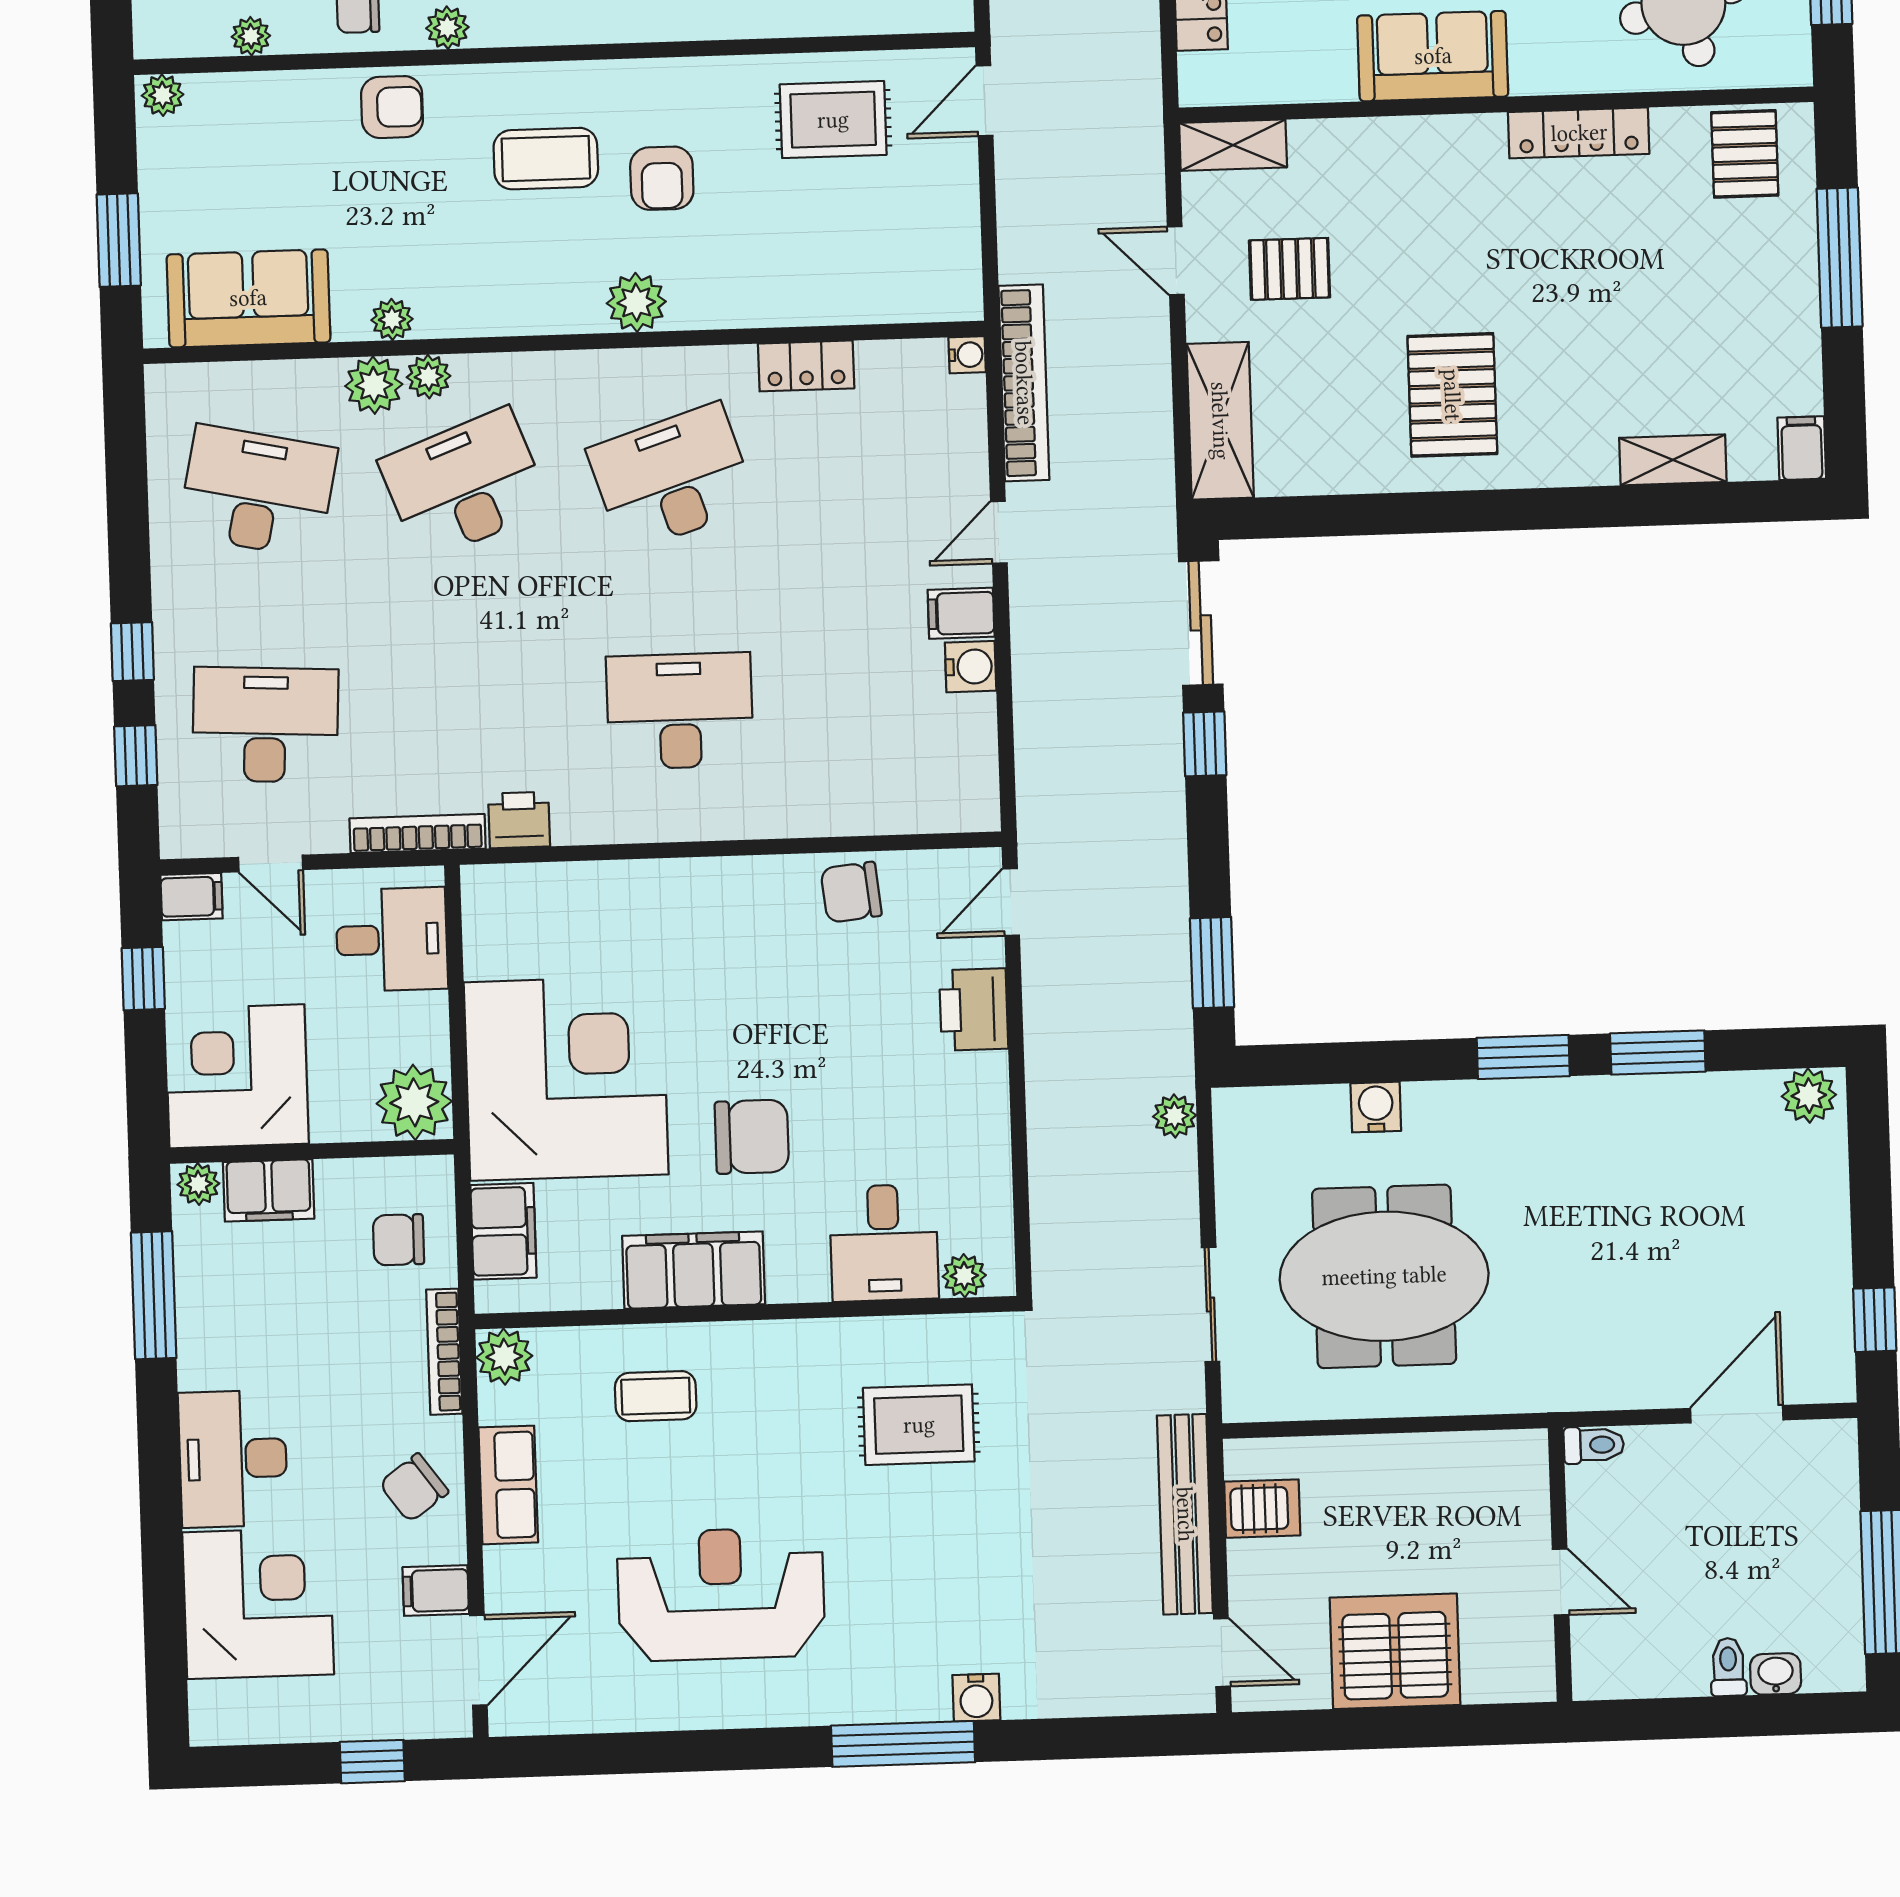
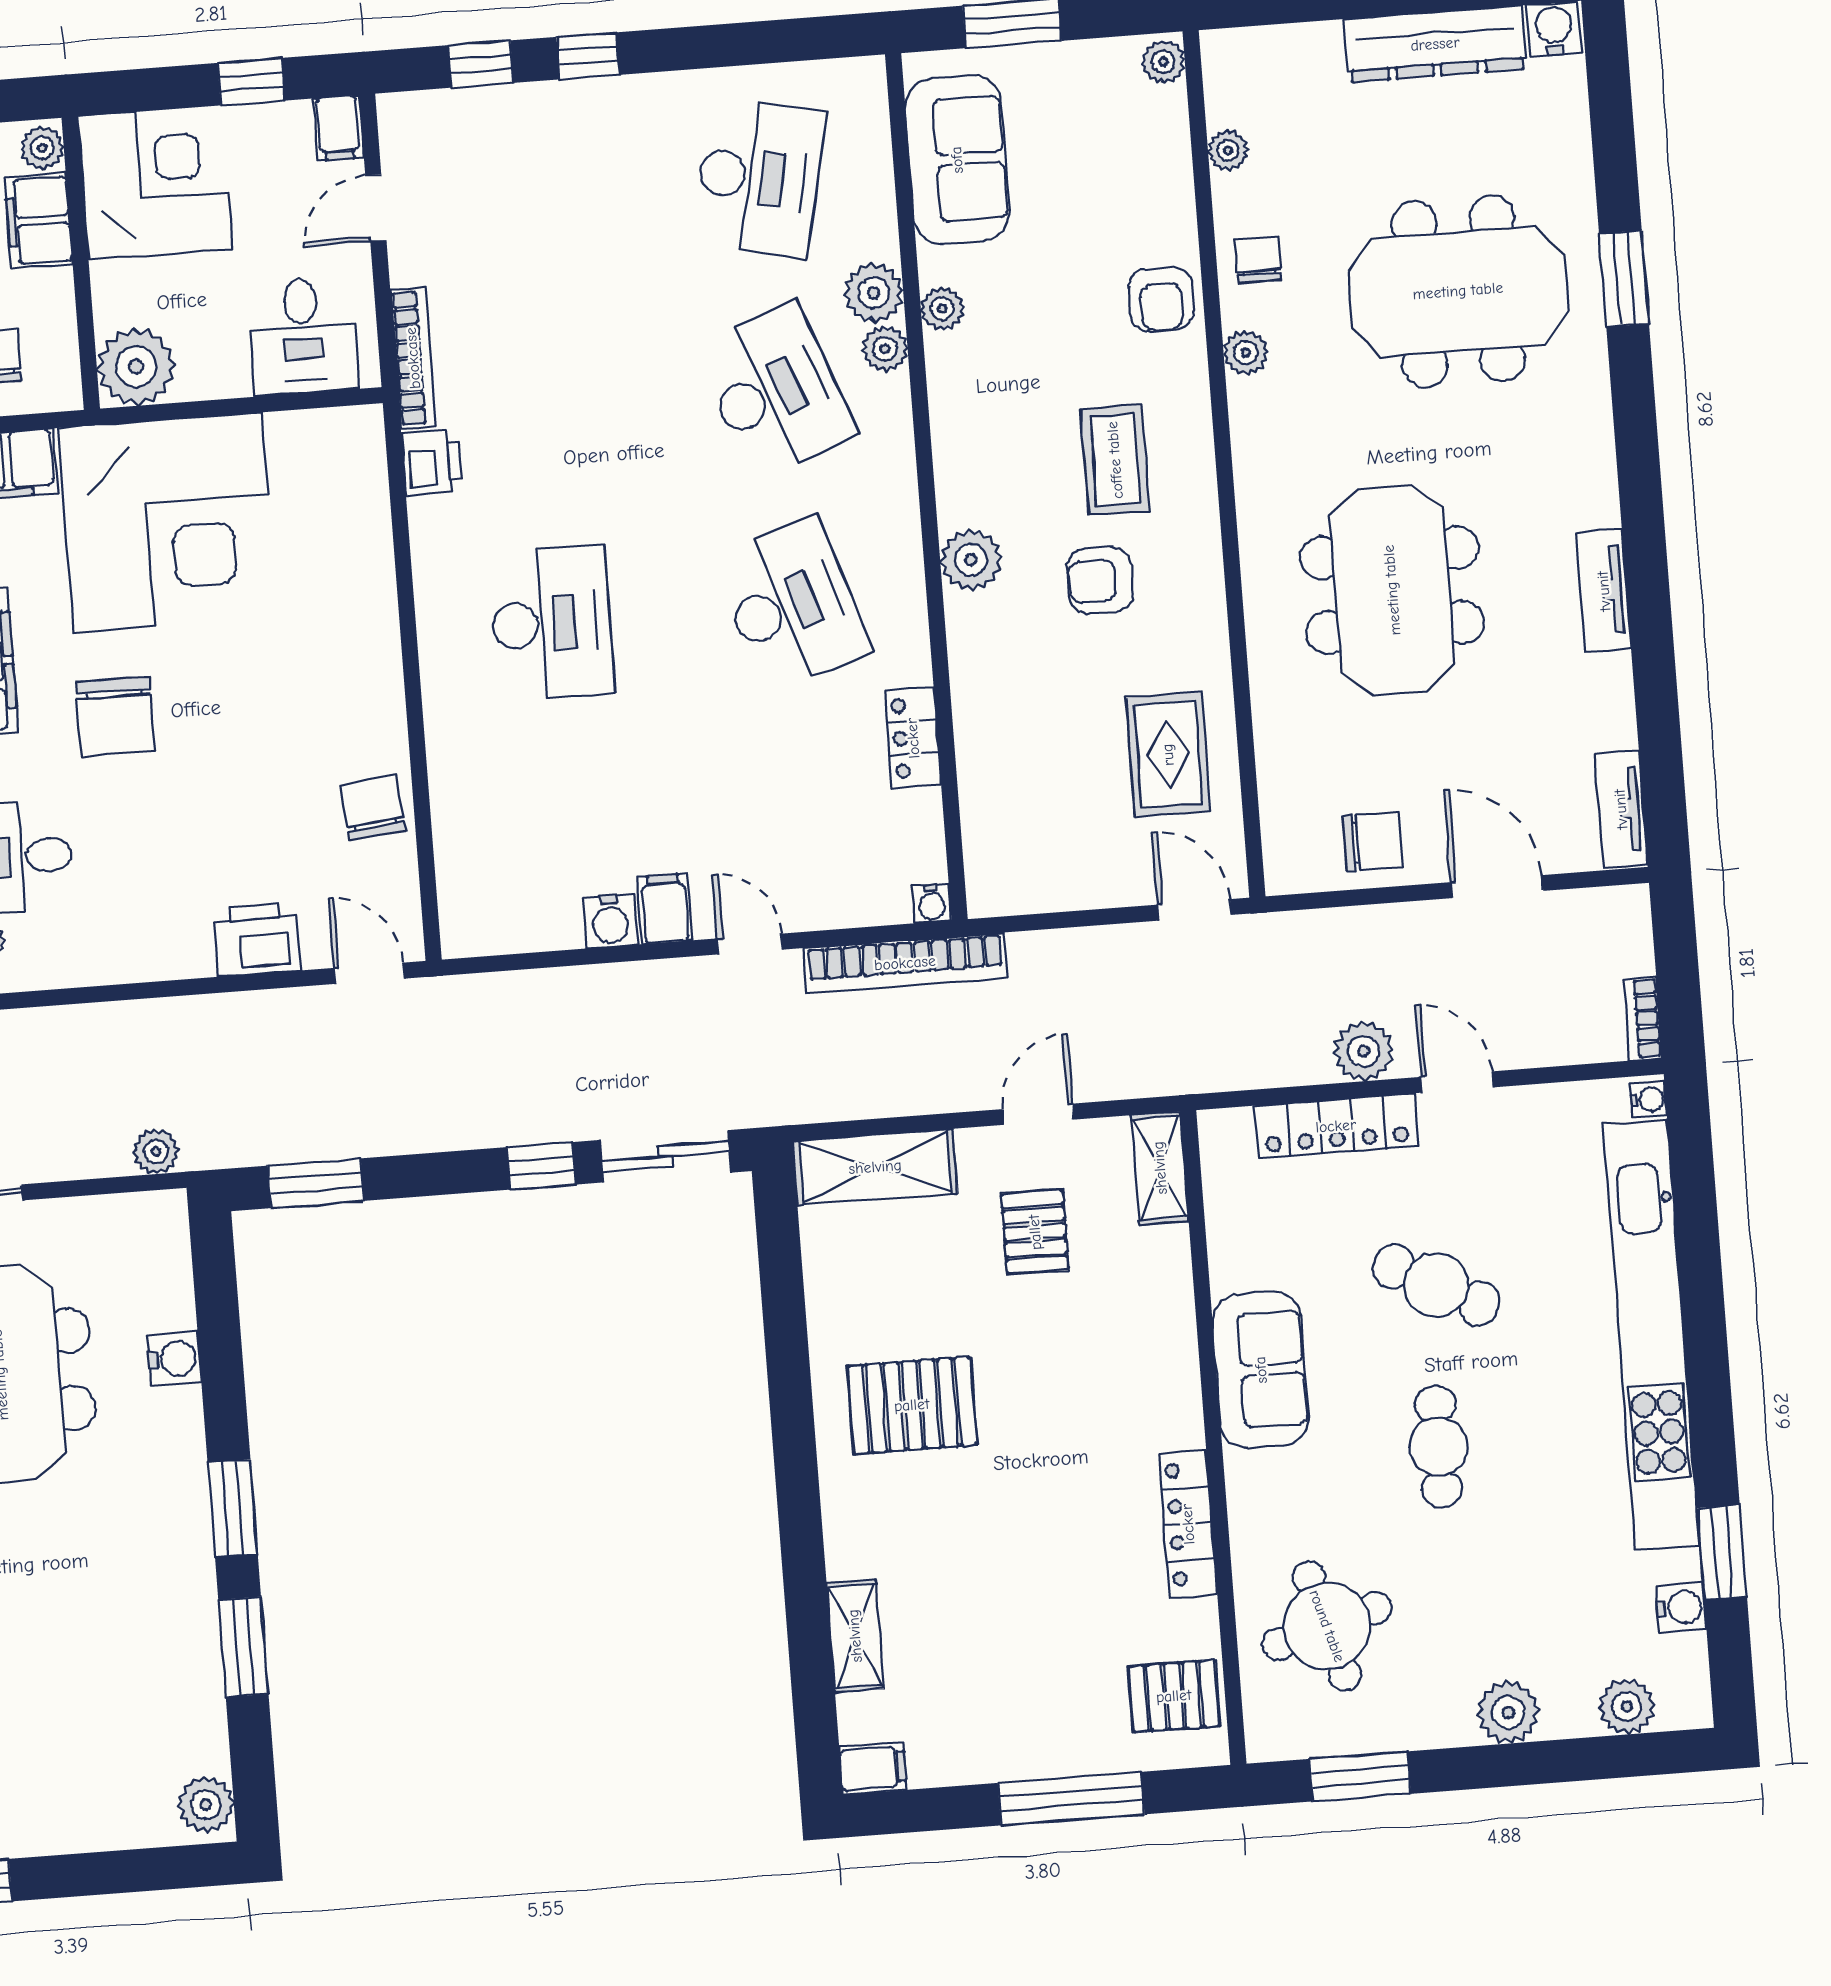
desk: (265, 725) -> (519, 196), removed

